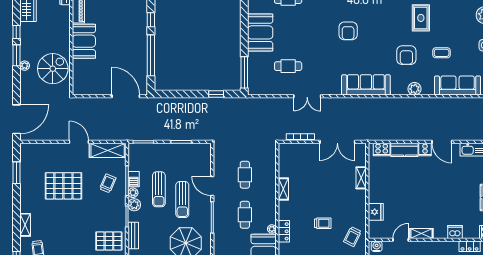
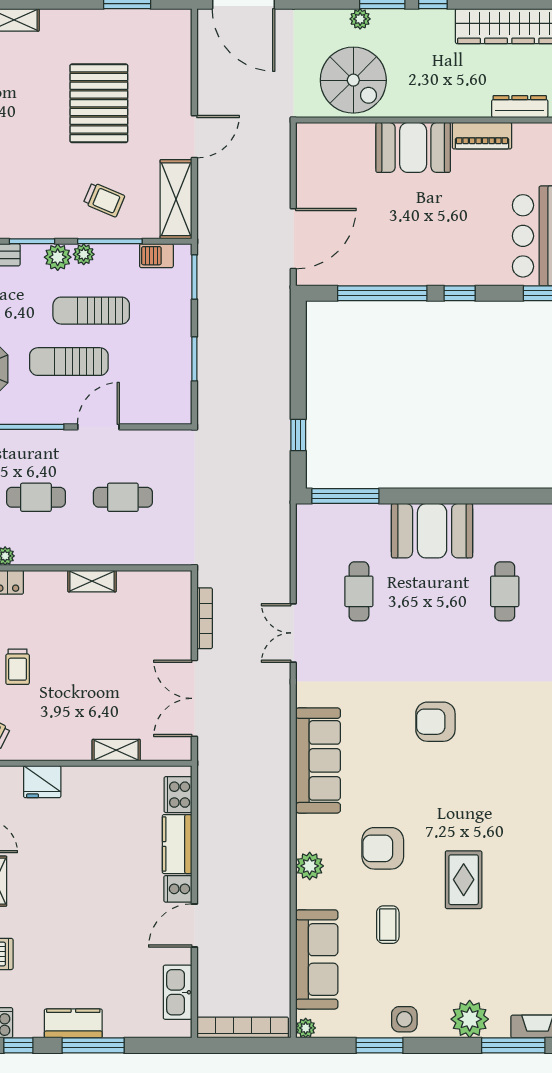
rug: (421, 18) -> (464, 880), turned 90
barbecue: (134, 179) -> (156, 256), moved

